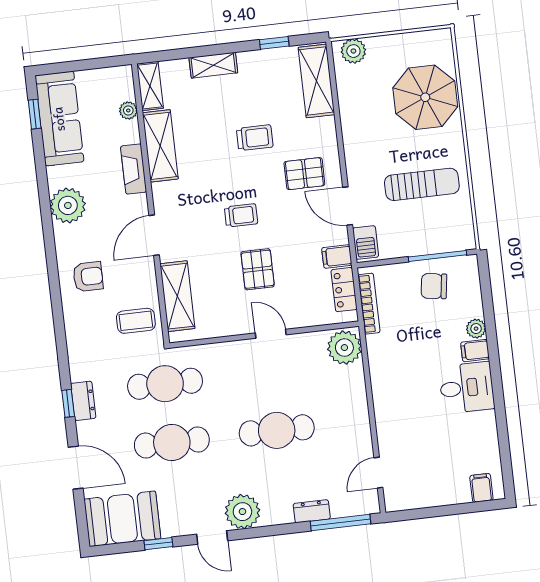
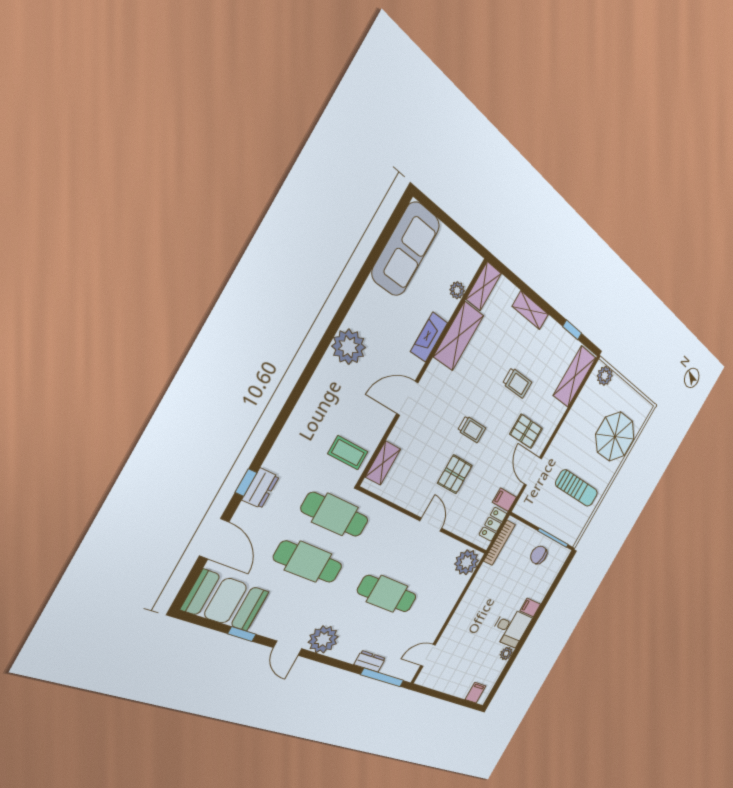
window: (35, 114) -> (390, 227), removed
plant: (68, 205) -> (349, 347), moved
barbecue: (366, 242) -> (525, 502), removed
armchair: (88, 277) -> (337, 392), removed
shelving: (177, 296) -> (383, 463), width x0.67, depth x0.75
plant: (476, 329) -> (506, 654), moved

